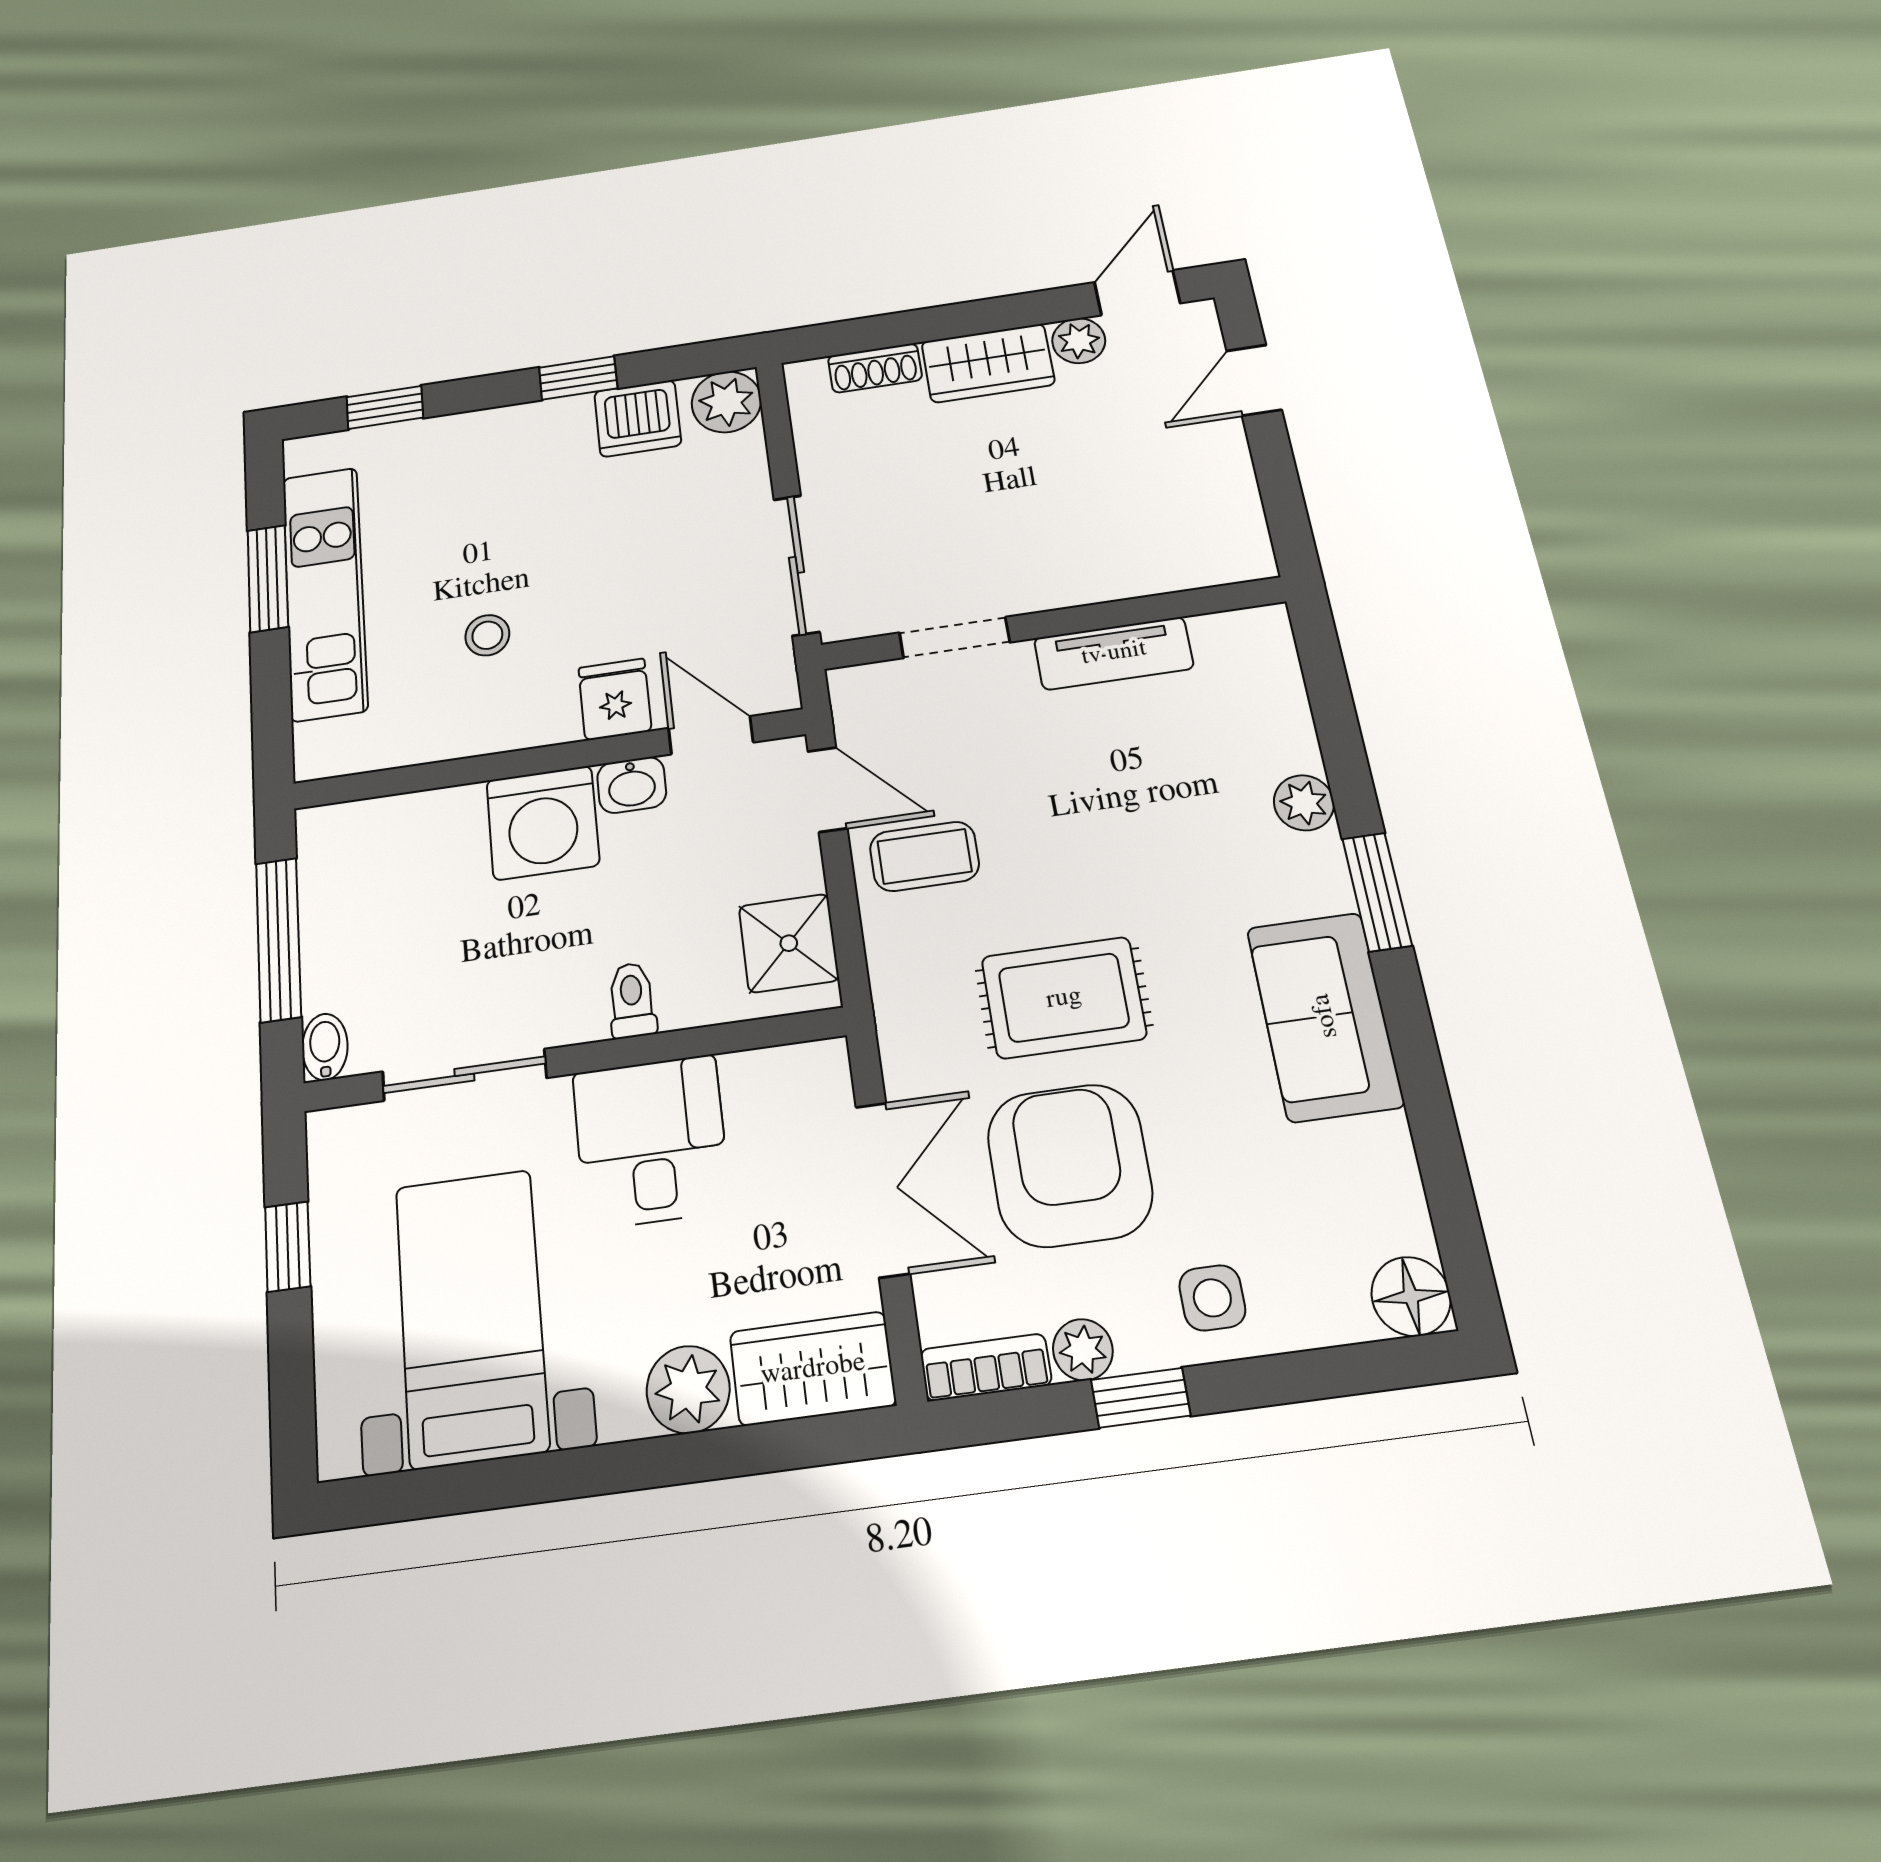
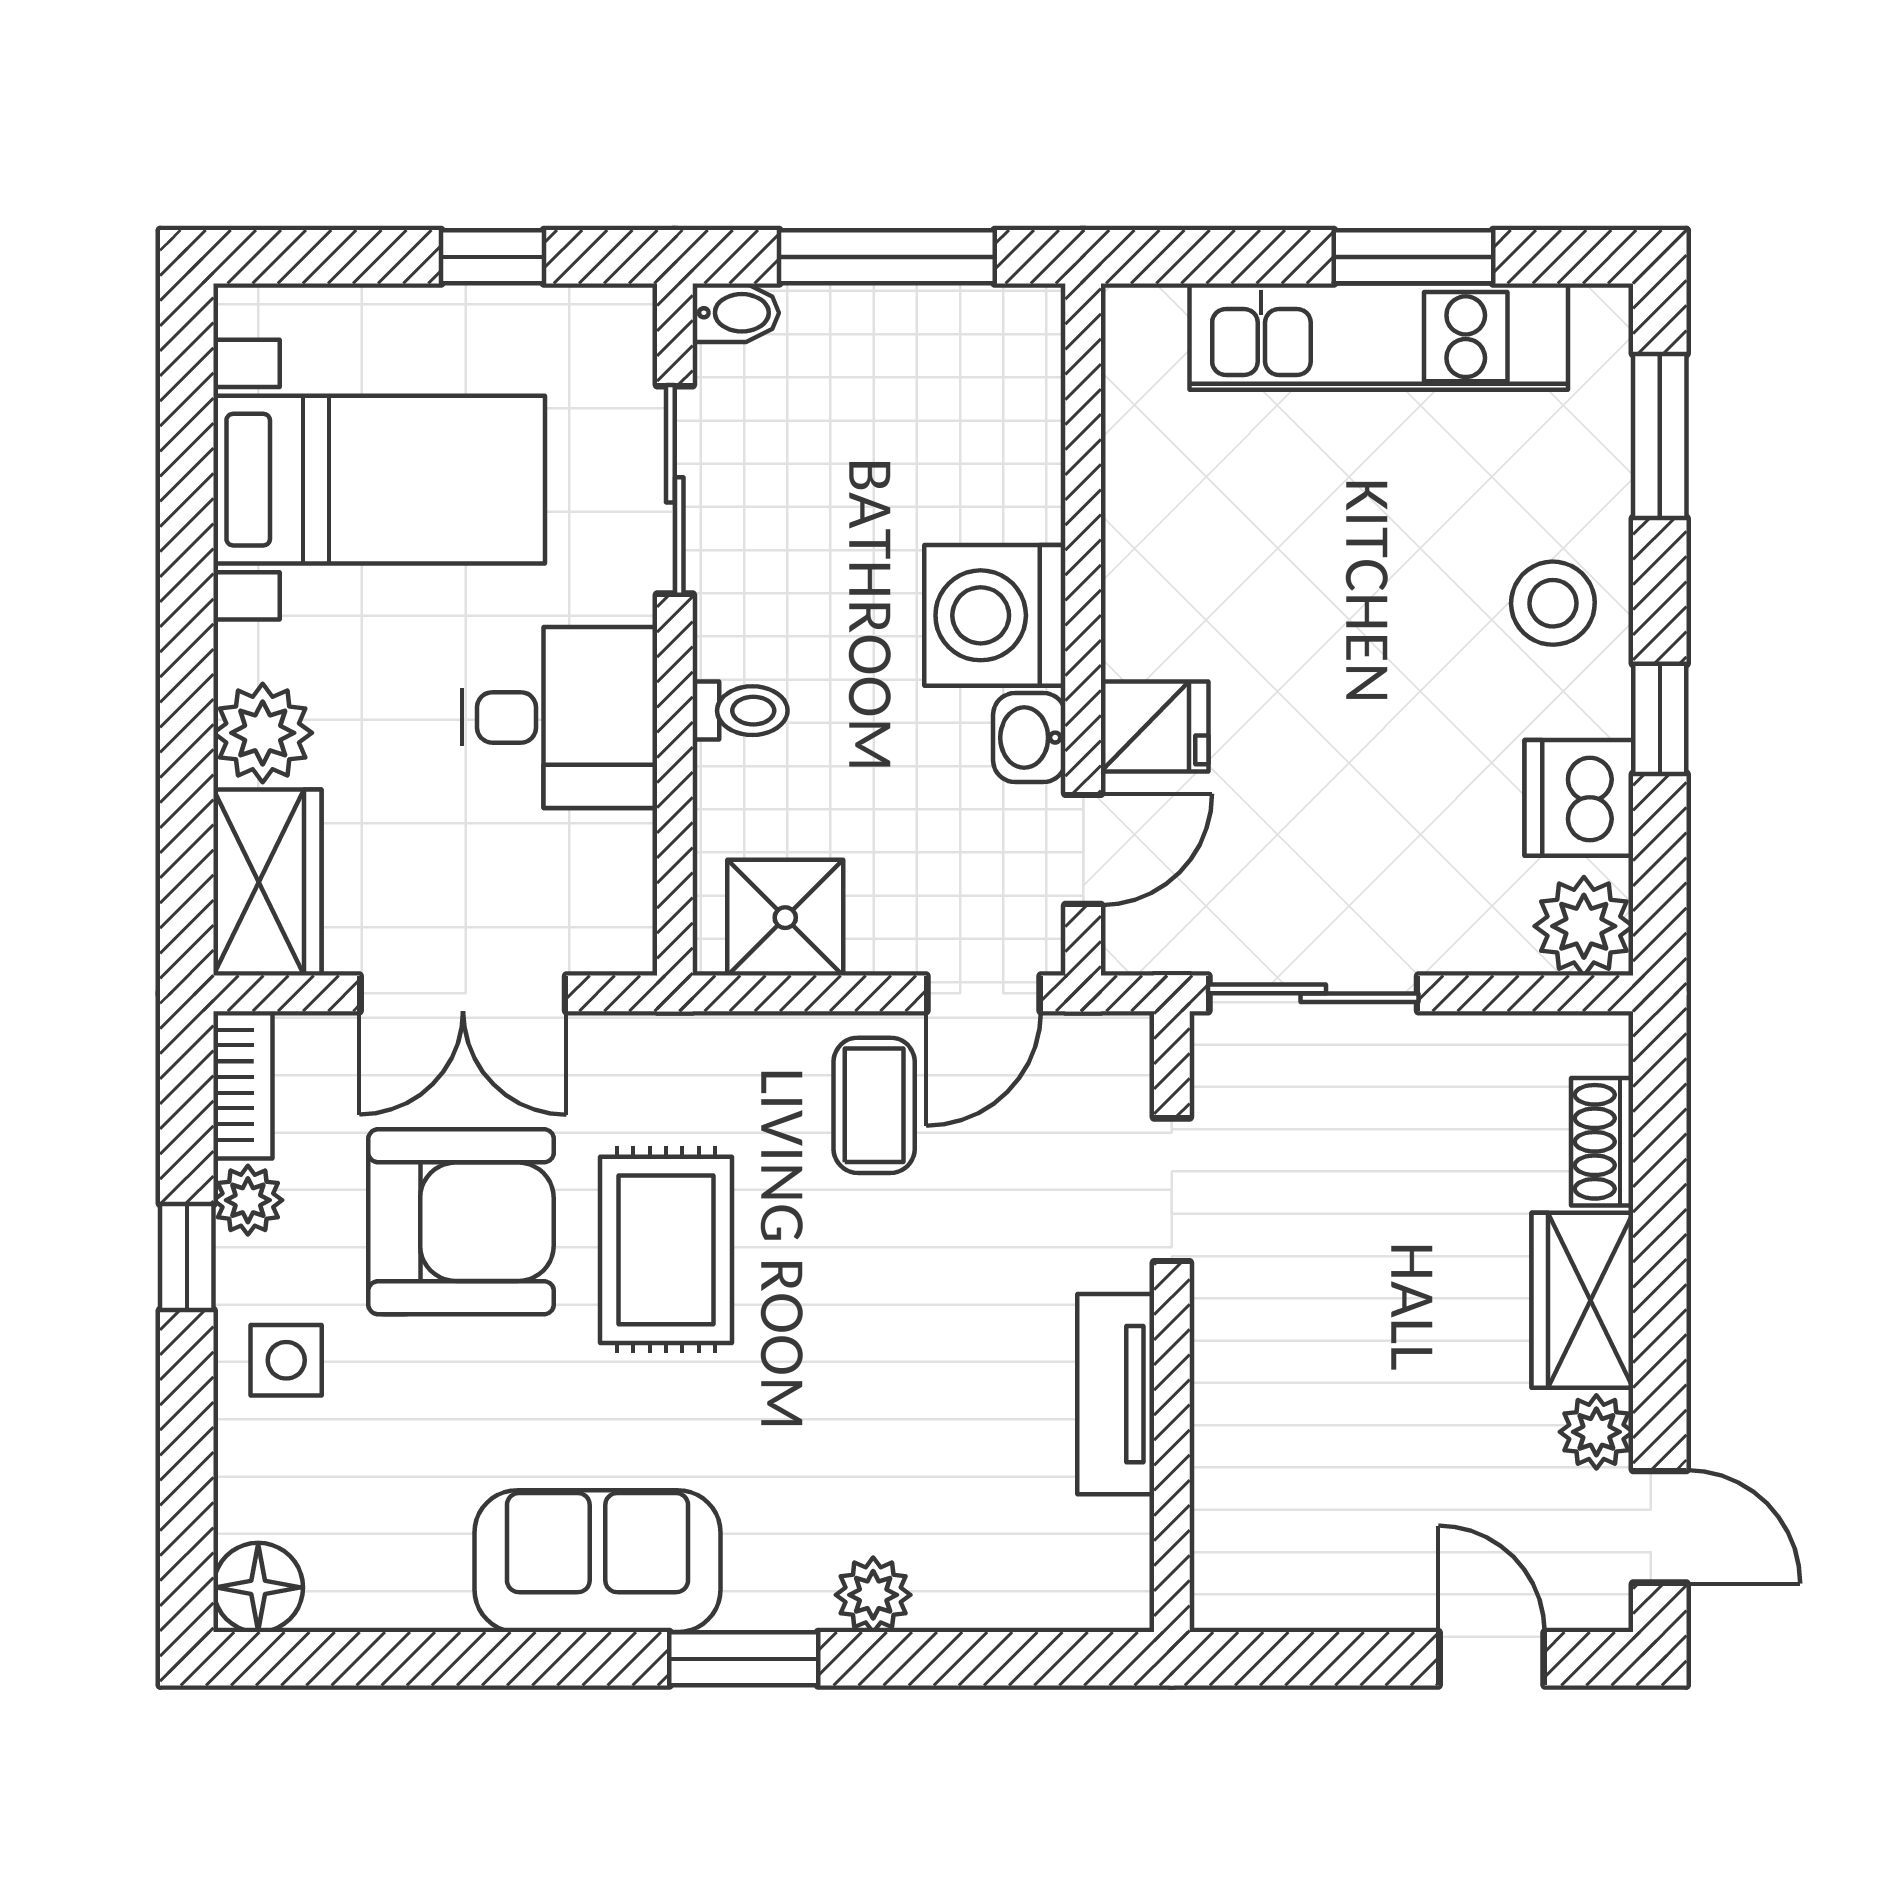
window: (385, 407) -> (1660, 436), width x1.50
stool: (487, 635) -> (1553, 603), moved, width x1.37, depth x1.37

